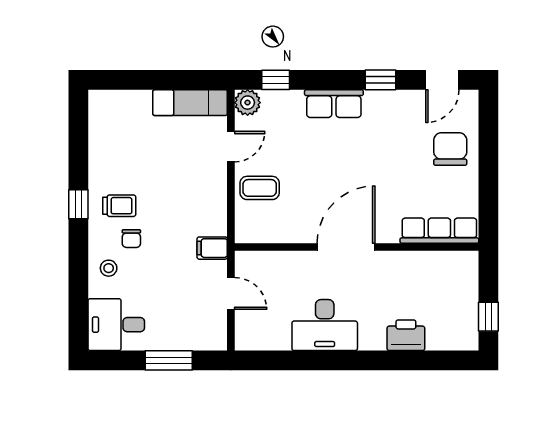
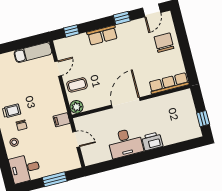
plant: (248, 103) -> (76, 107), moved
printer: (406, 335) -> (152, 141), moved

